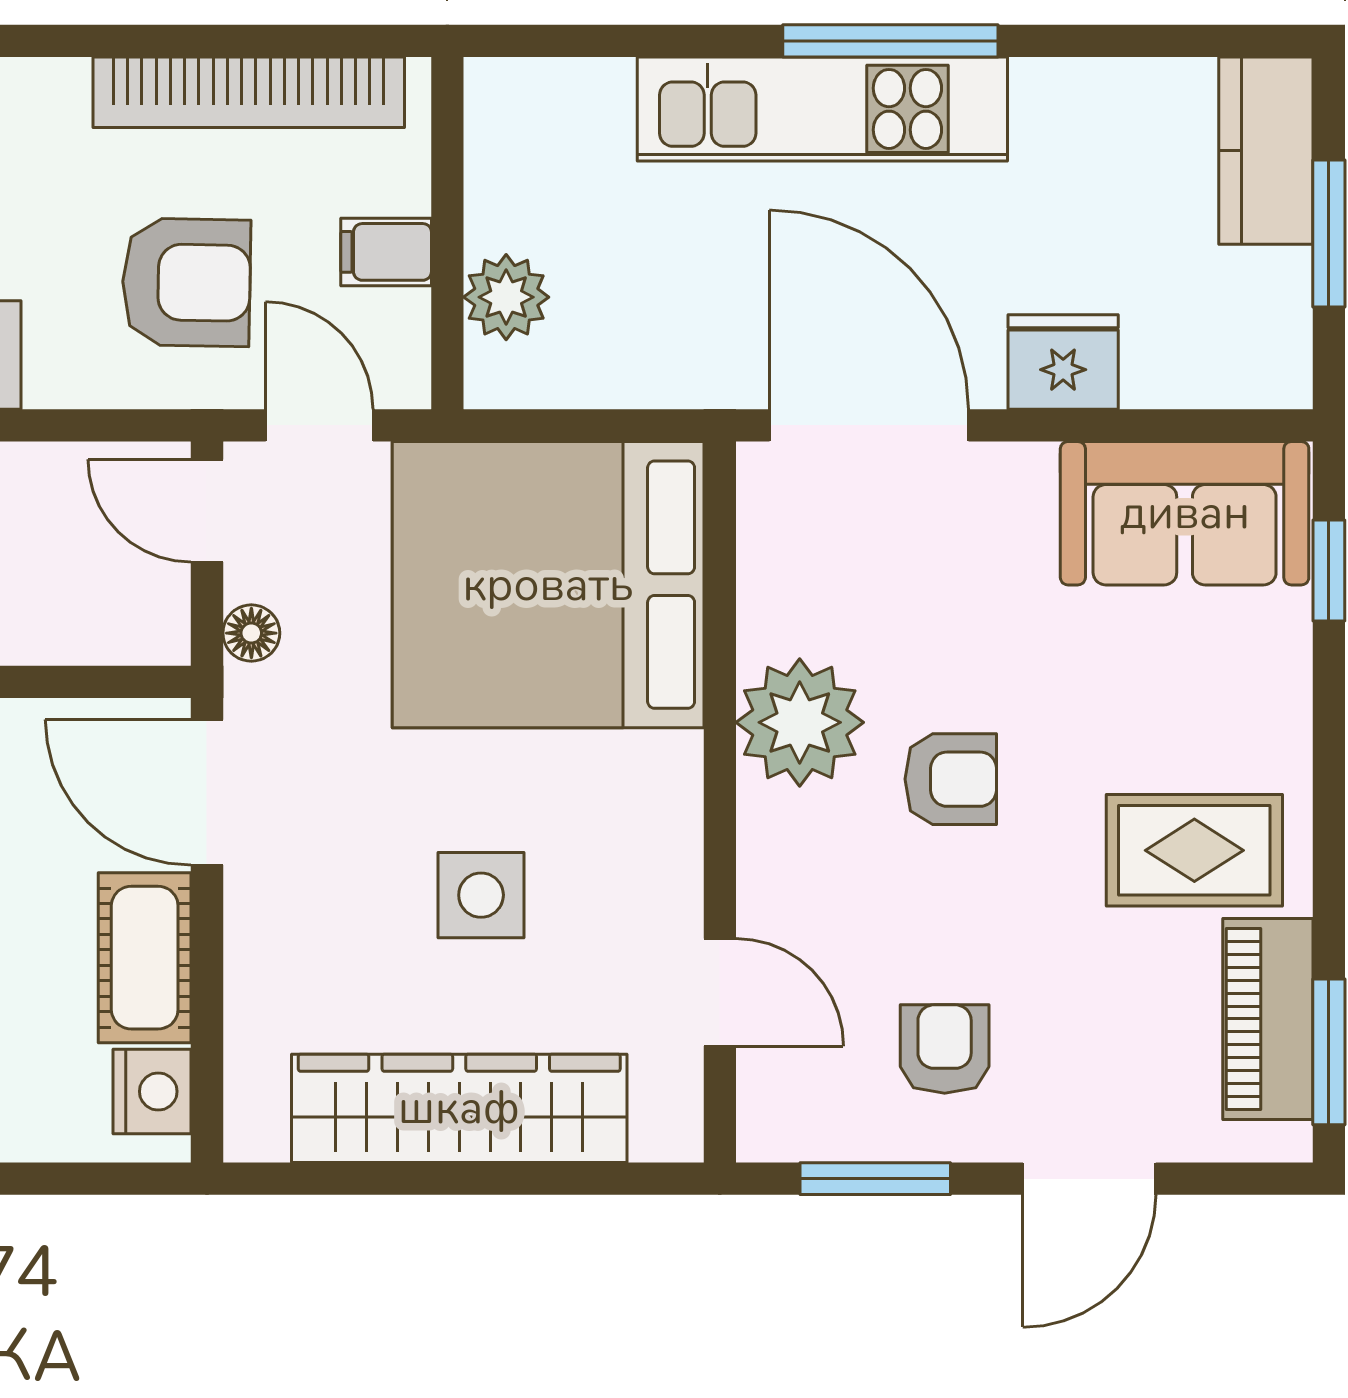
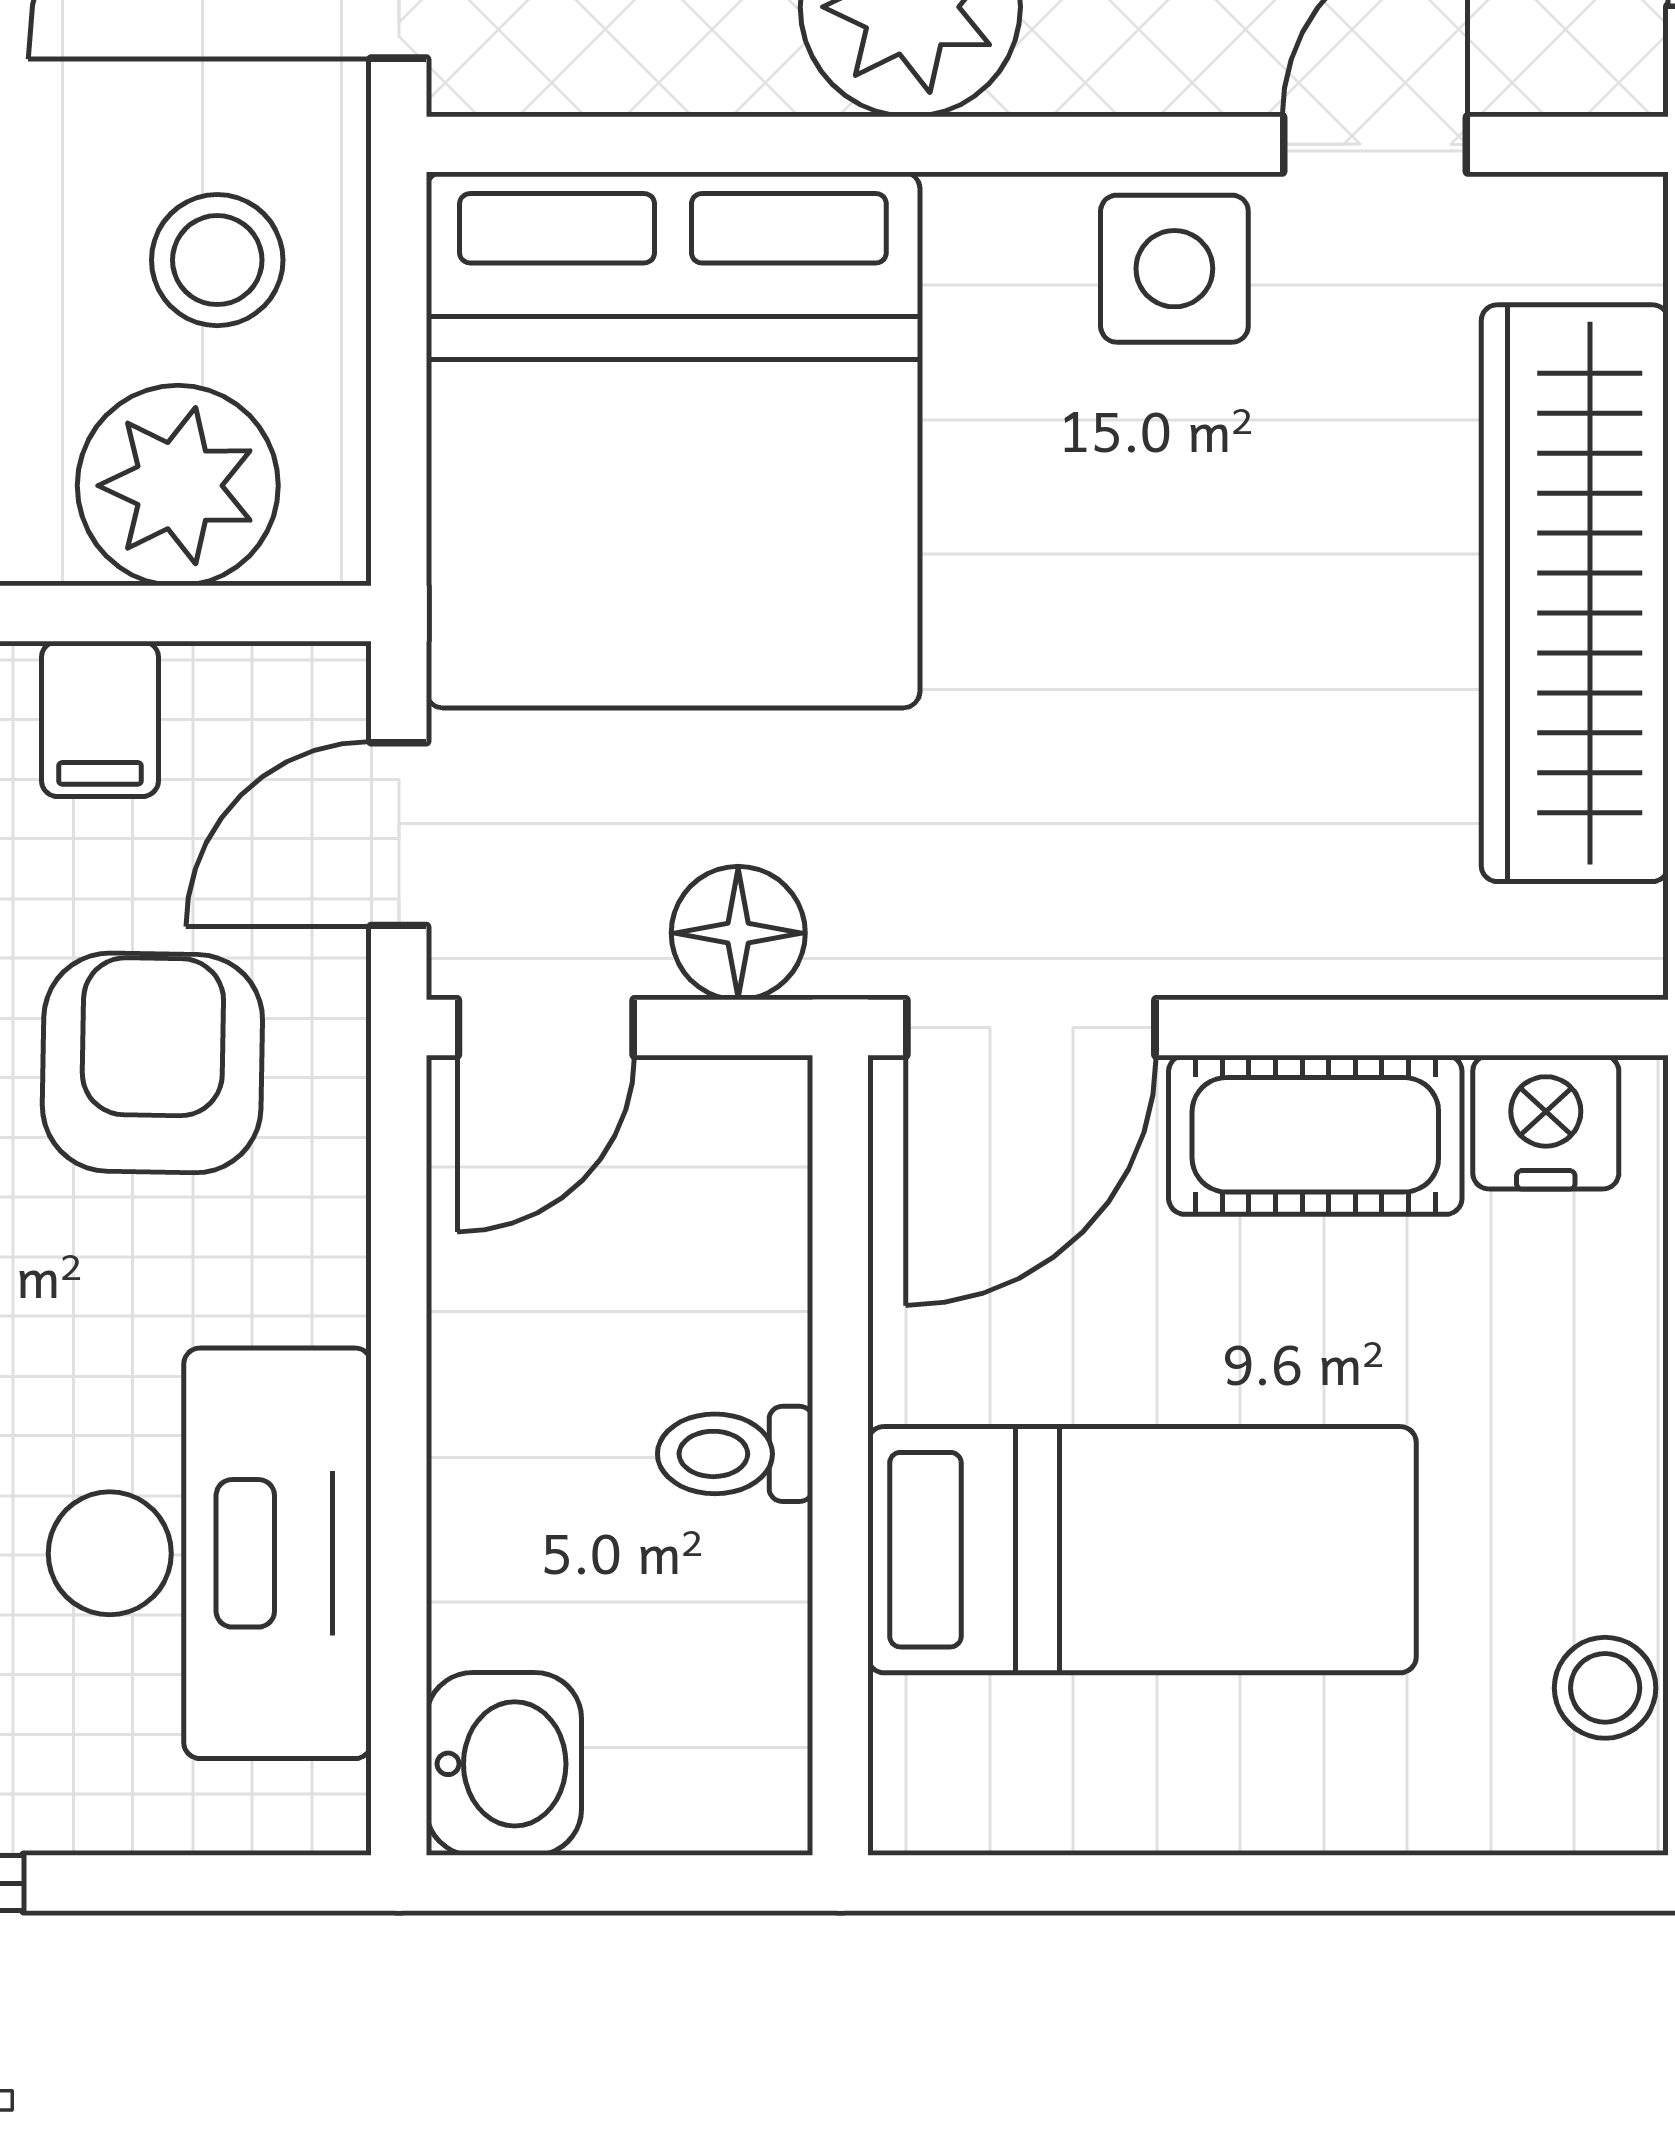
plant: (506, 297) -> (178, 486), width x1.36, depth x1.36
stool: (653, 320) -> (217, 260), added
floor lamp: (251, 633) -> (738, 933), width x1.37, depth x1.37
side table: (481, 895) -> (1174, 269), moved

